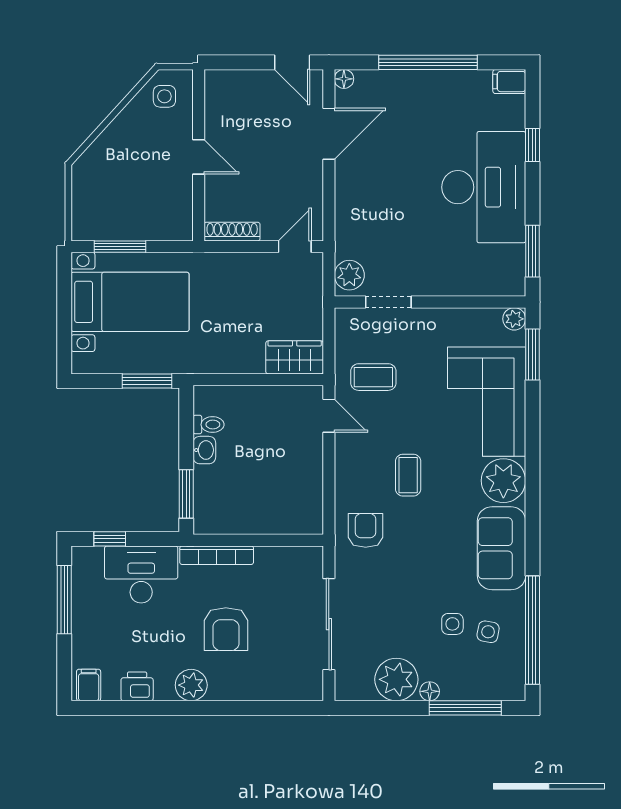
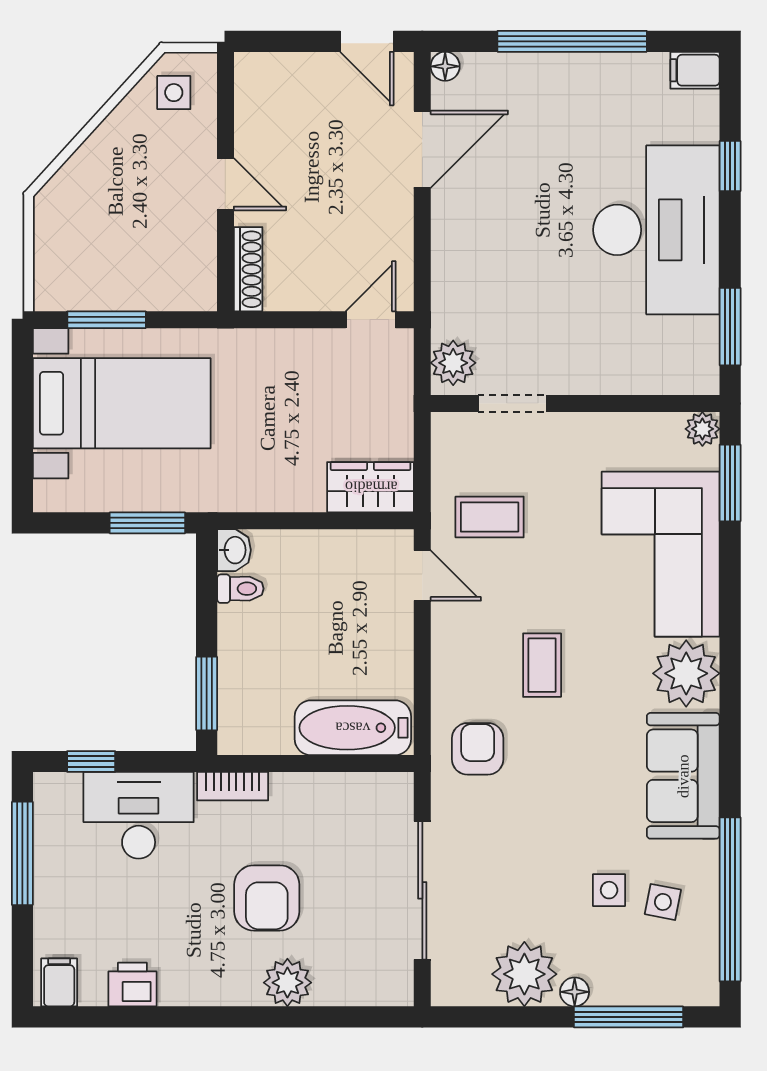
shoe rack: (232, 232) -> (248, 269), moved, turned 90
washbasin: (204, 450) -> (234, 550), moved
bathtub: (283, 517) -> (353, 728), added
bookcase: (217, 555) -> (233, 786), width x0.64
plant: (191, 685) -> (287, 983), moved

